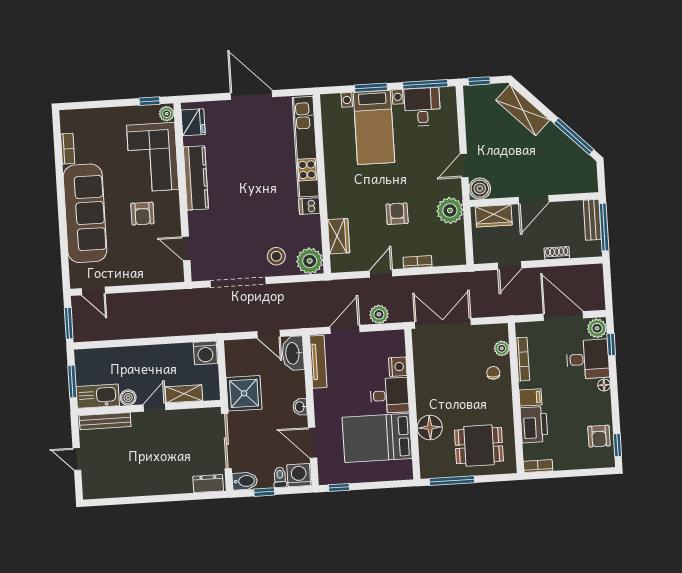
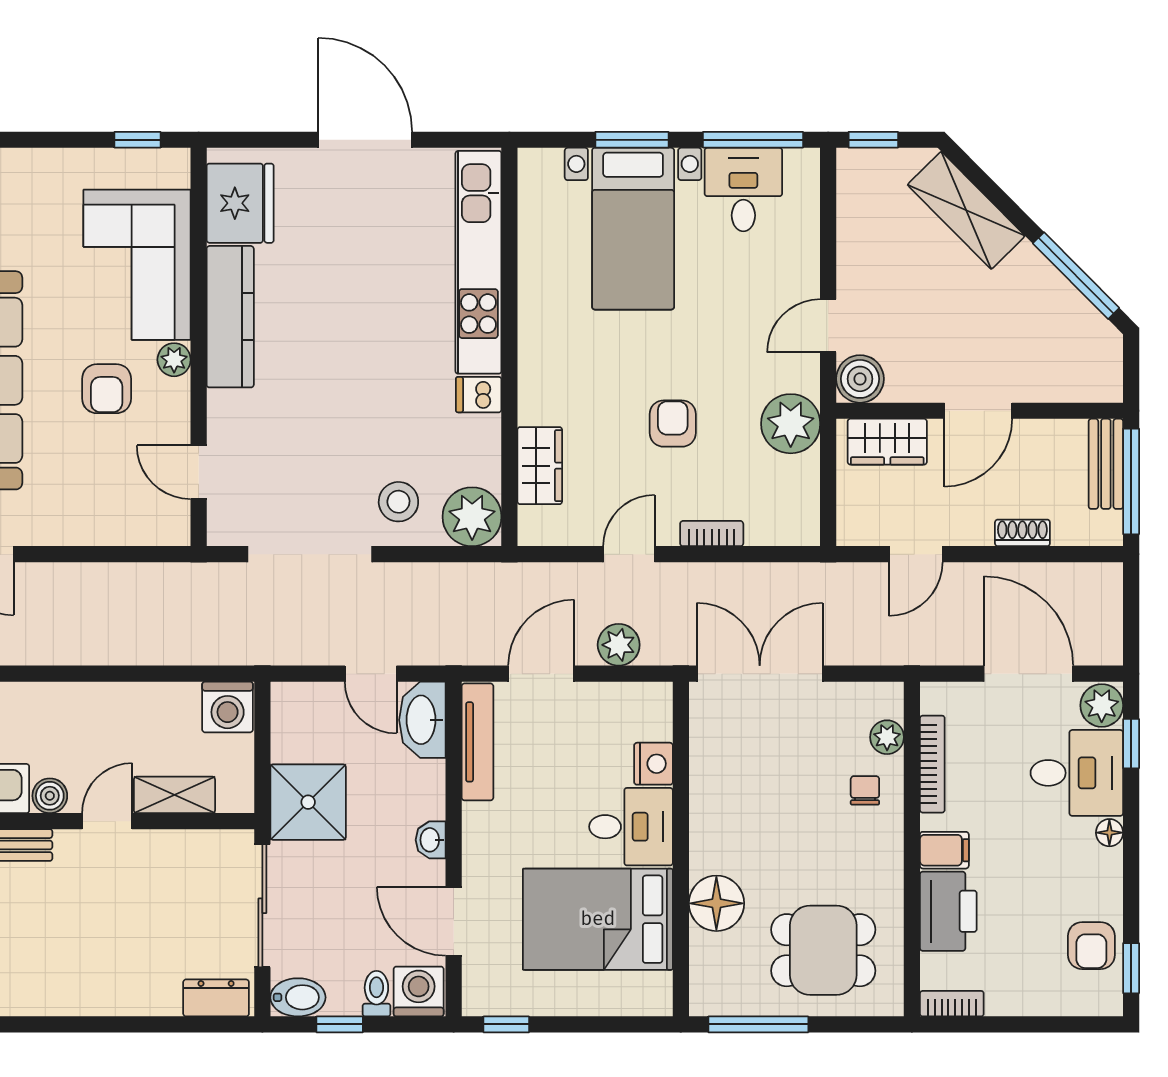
plant: (167, 114) -> (174, 360), moved
fridge: (193, 122) -> (240, 203), width x1.36, depth x1.34

